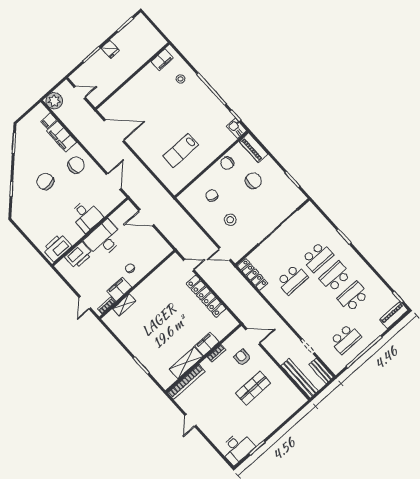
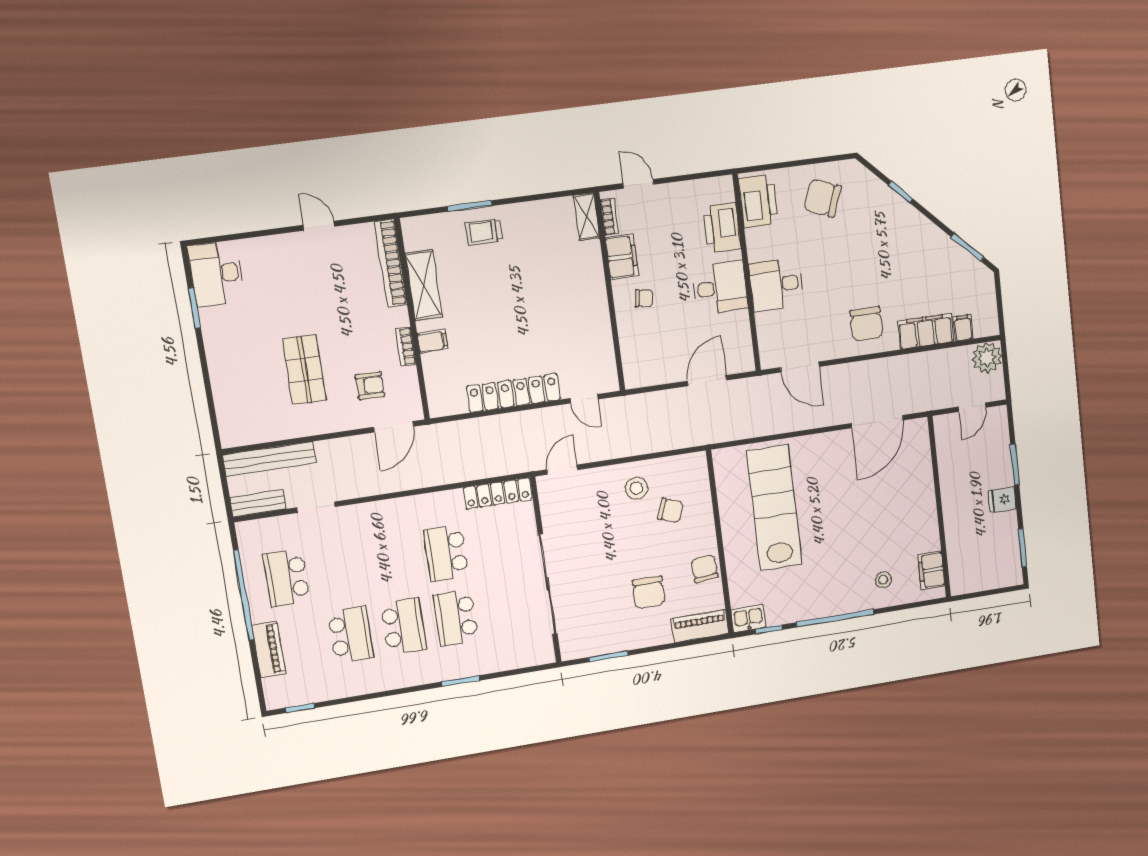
lab bench: (181, 151) -> (774, 507), width x1.86, depth x1.39
chair: (45, 181) -> (823, 198), moved, turned -150
stool: (230, 220) -> (636, 488), moved
desk: (104, 239) -> (720, 288), width x0.73
door: (189, 265) -> (584, 399), hinge flipped
shelving: (124, 305) -> (587, 217), moved
piano: (394, 315) -> (269, 650), moved
filing cabinet: (207, 344) -> (432, 341), width x0.50
trolley: (148, 353) -> (484, 232), added

